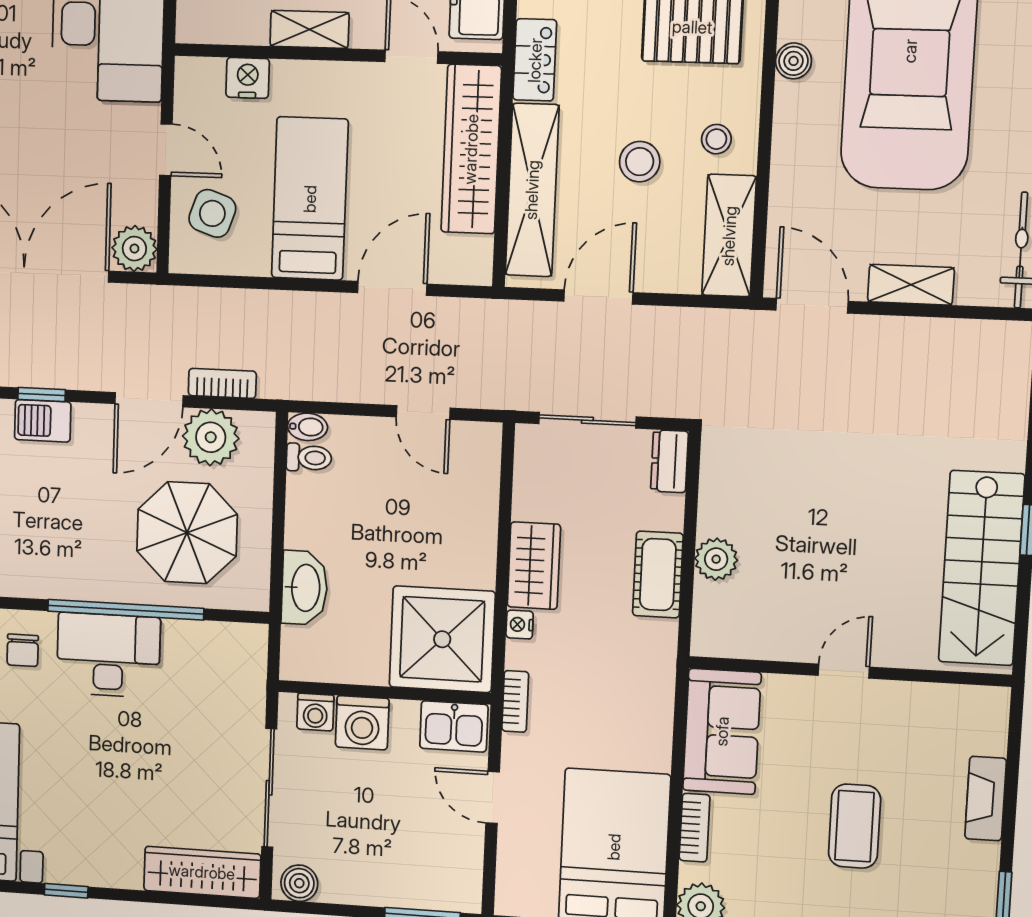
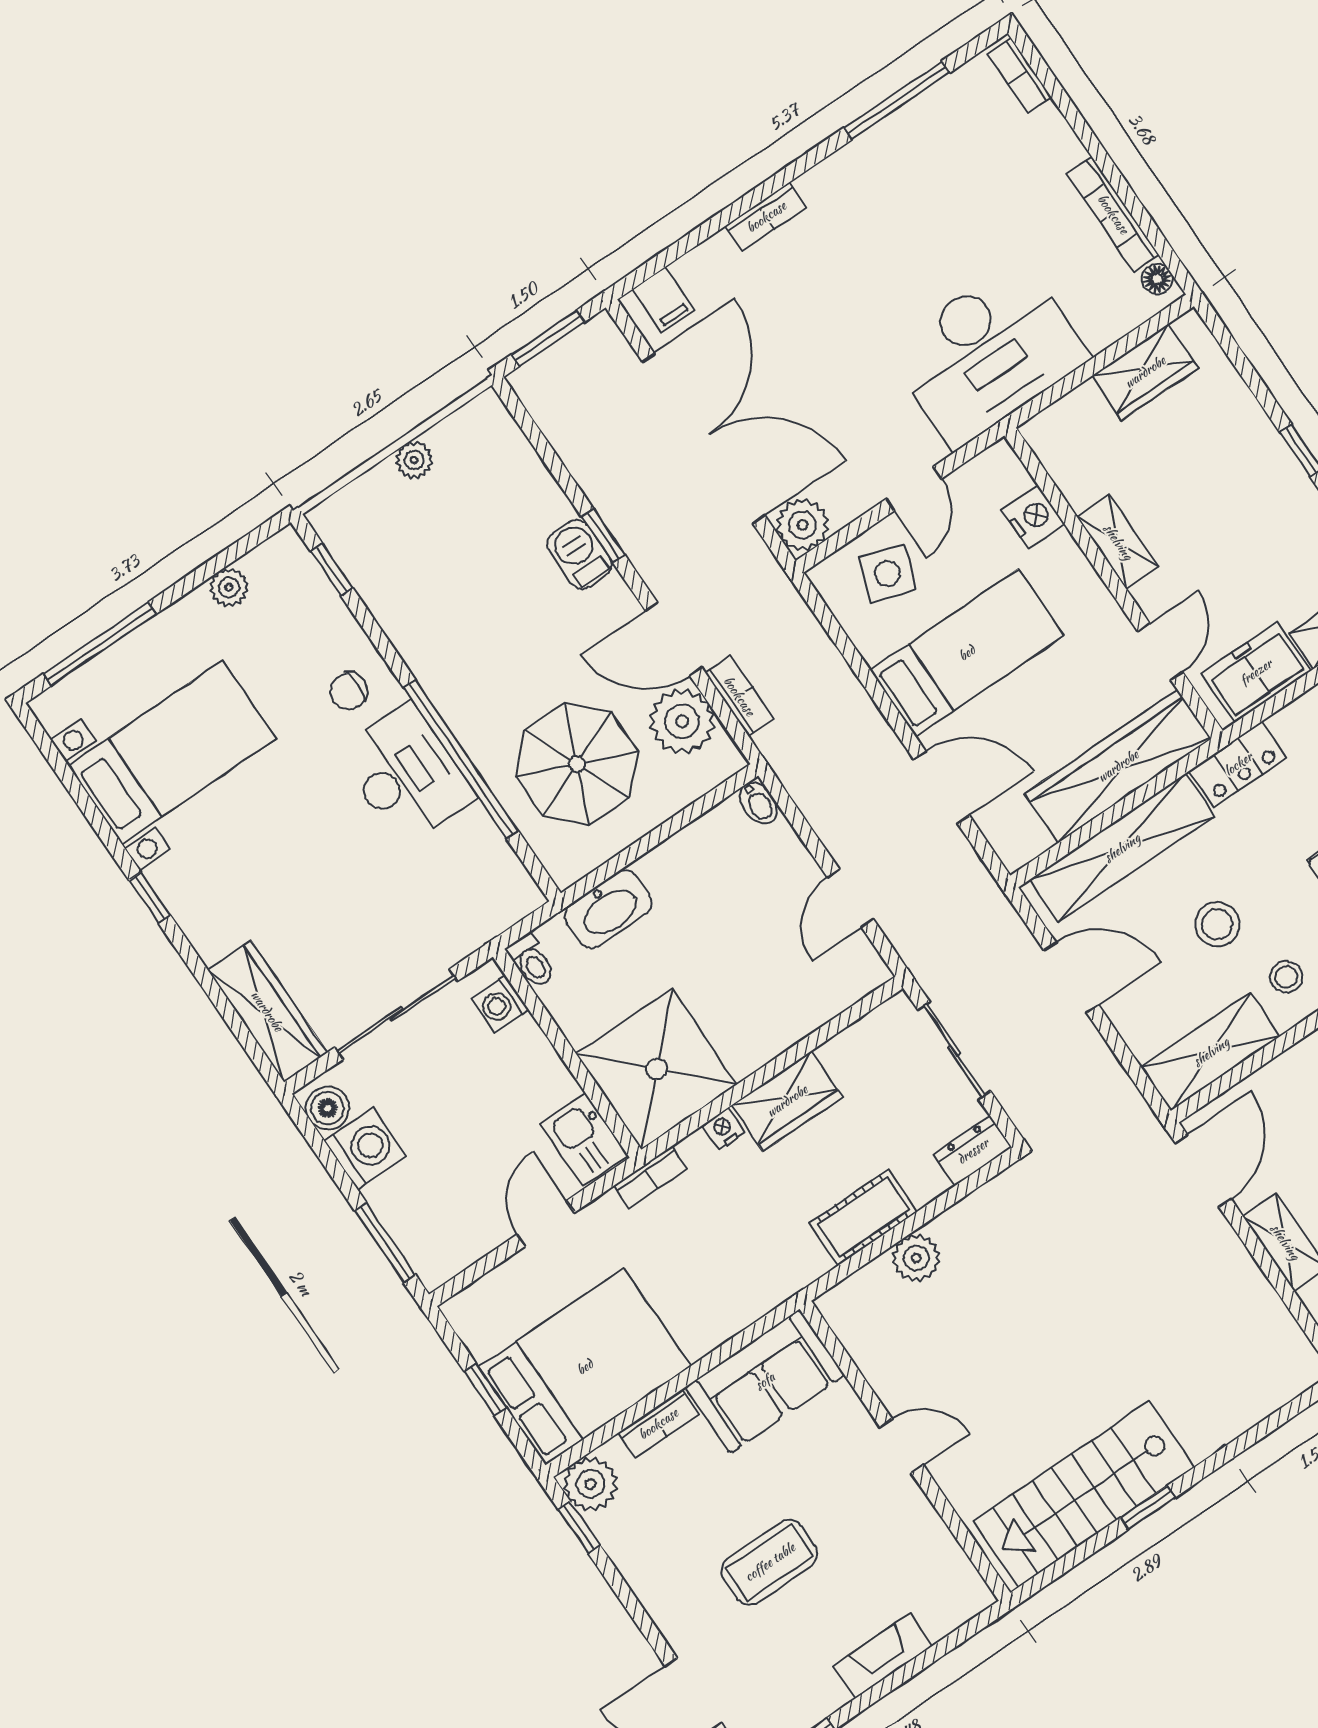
toilet: (309, 458) -> (532, 961), moved
washing machine: (362, 723) -> (365, 1149), moved, turned 180

